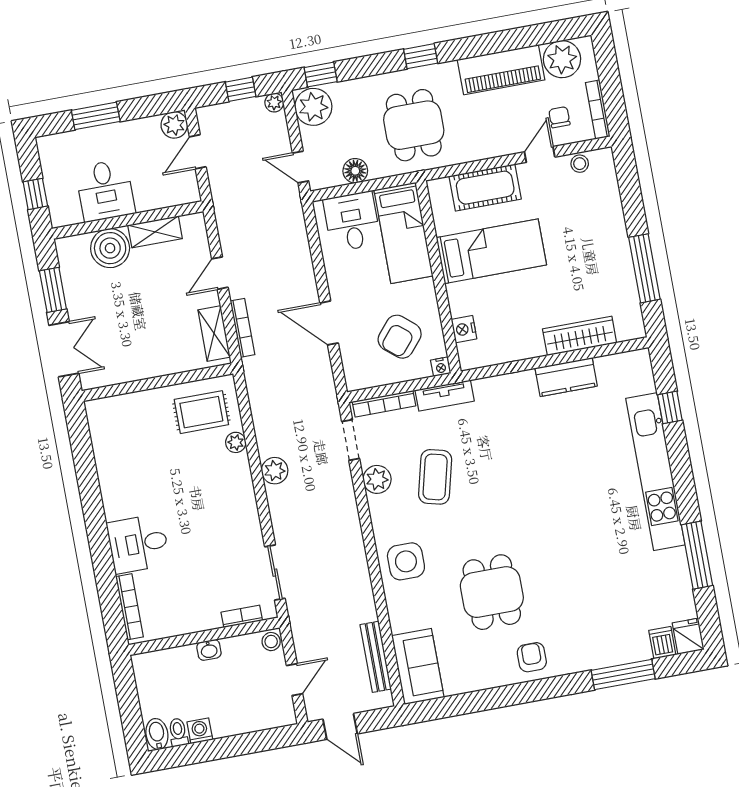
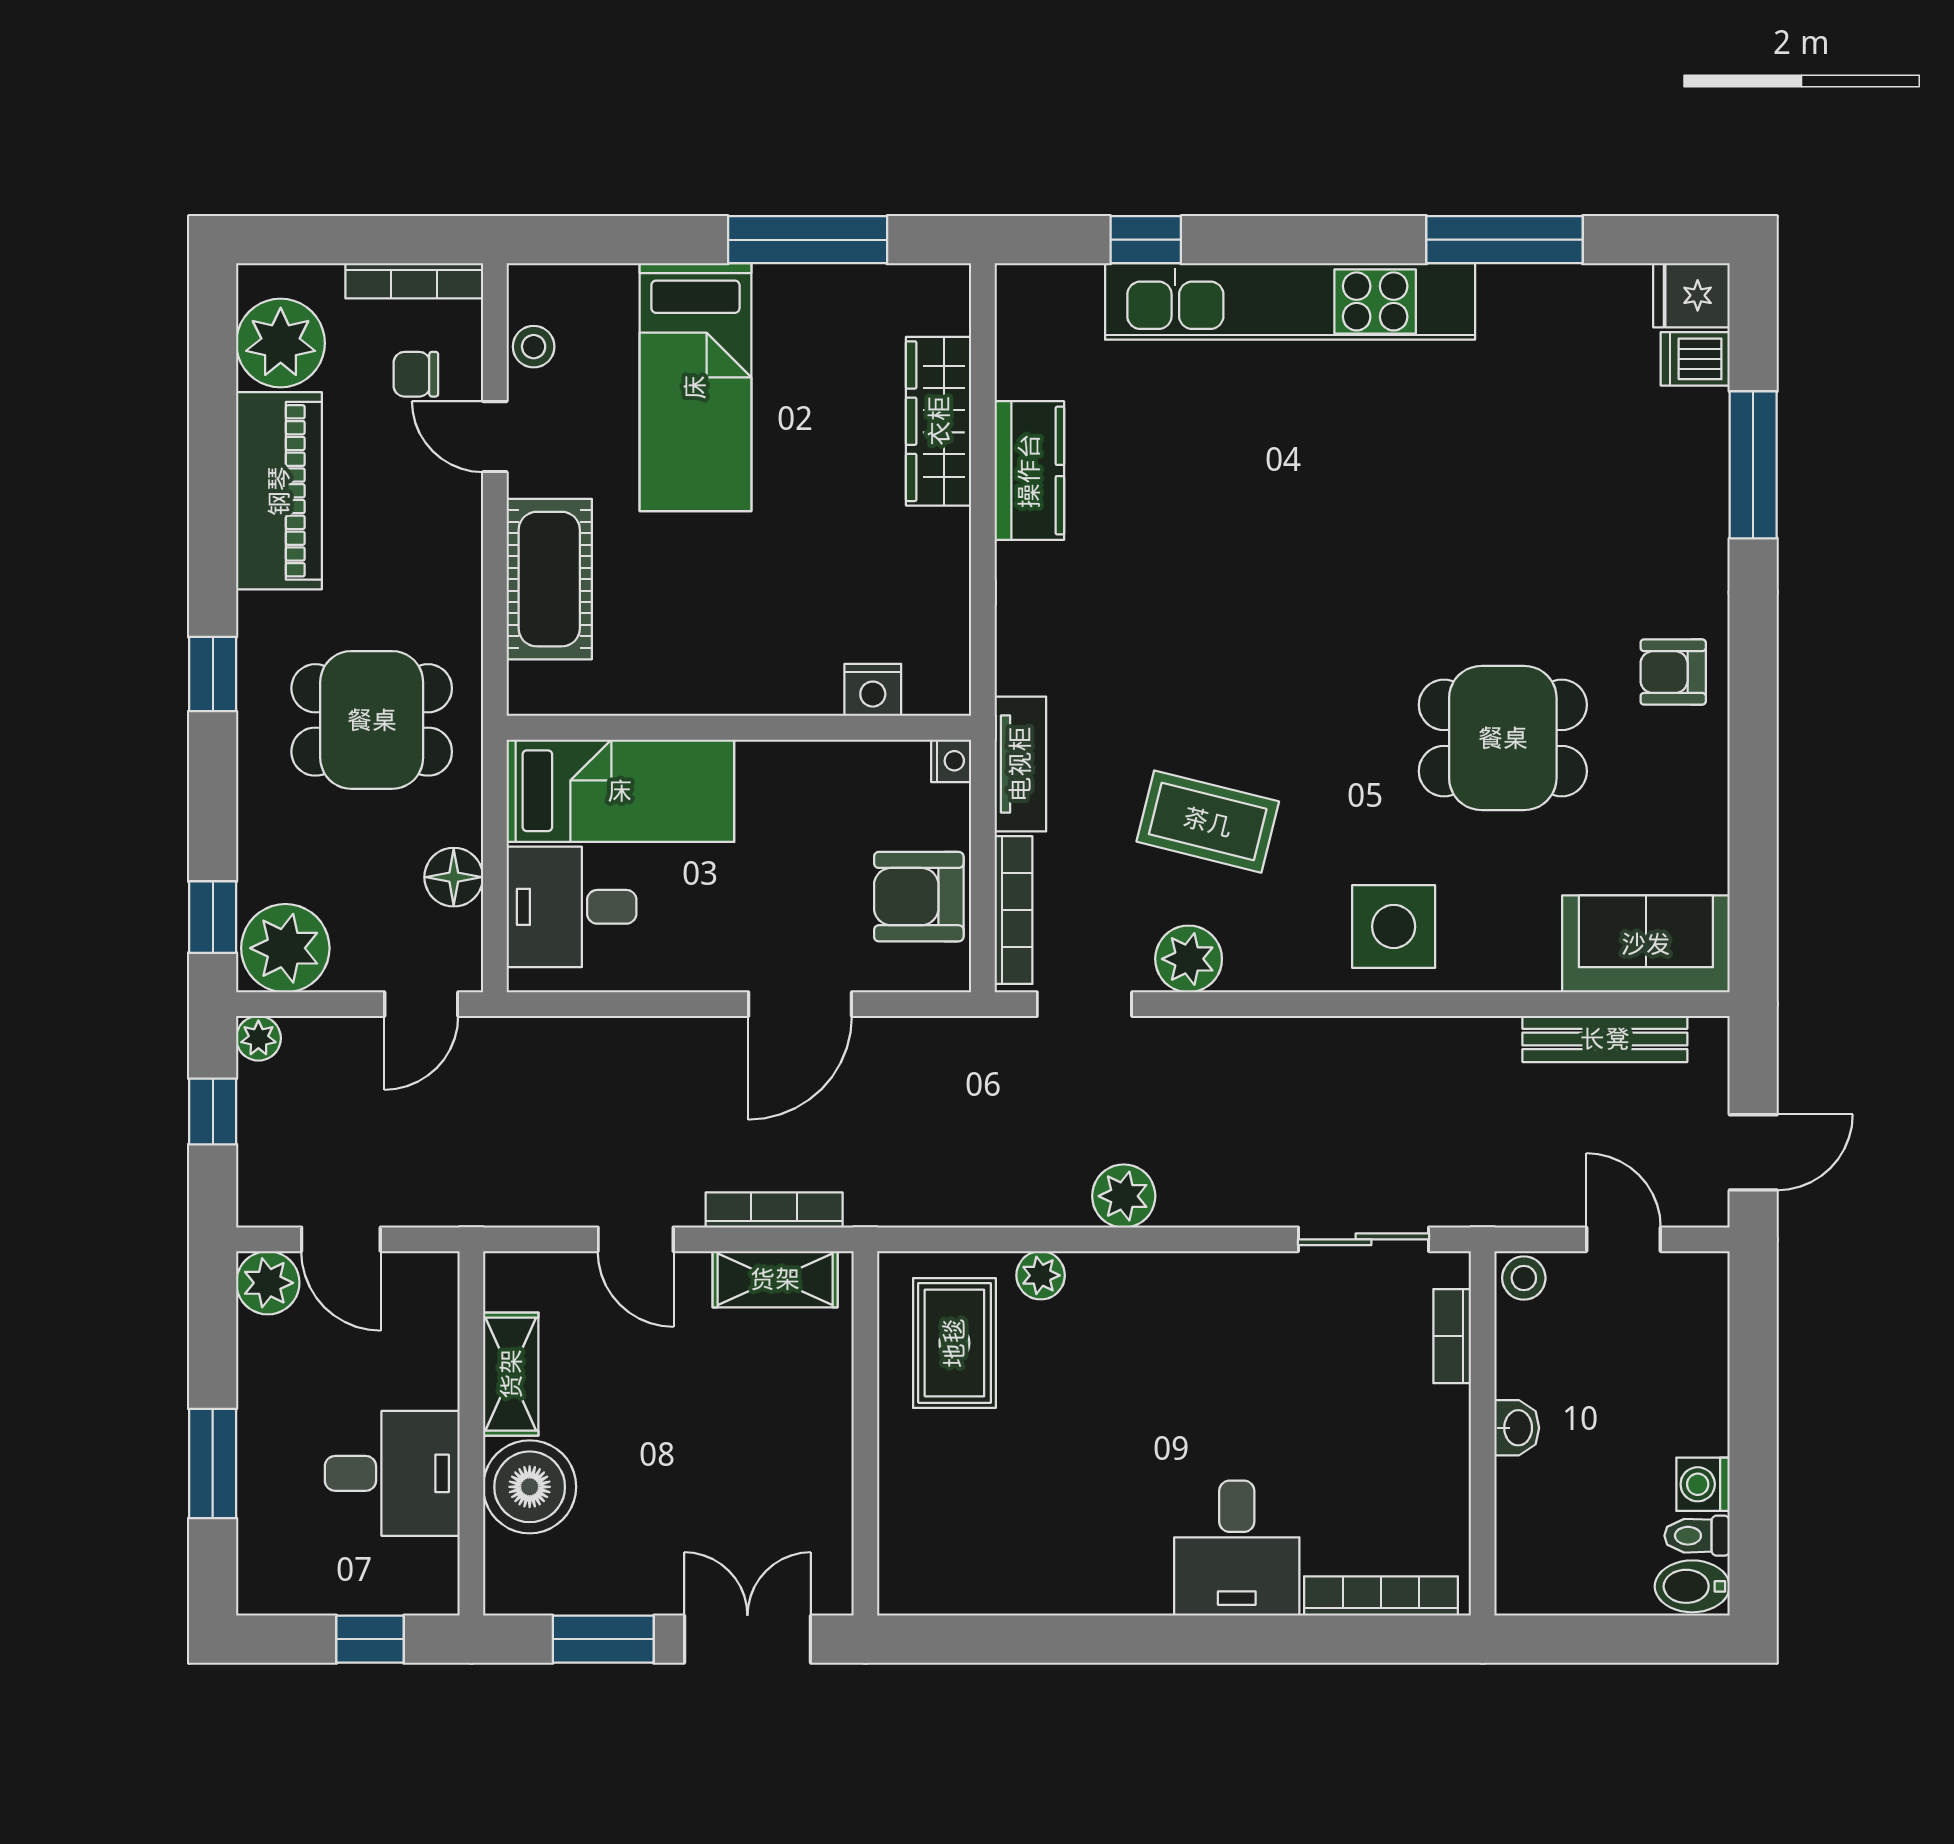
bed: (491, 251) -> (695, 387), moved, turned 180
armchair: (400, 337) -> (919, 897), moved, turned 140

